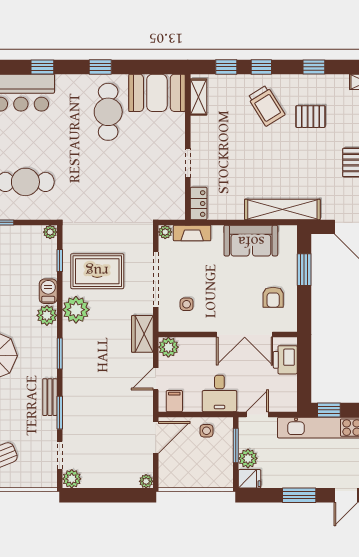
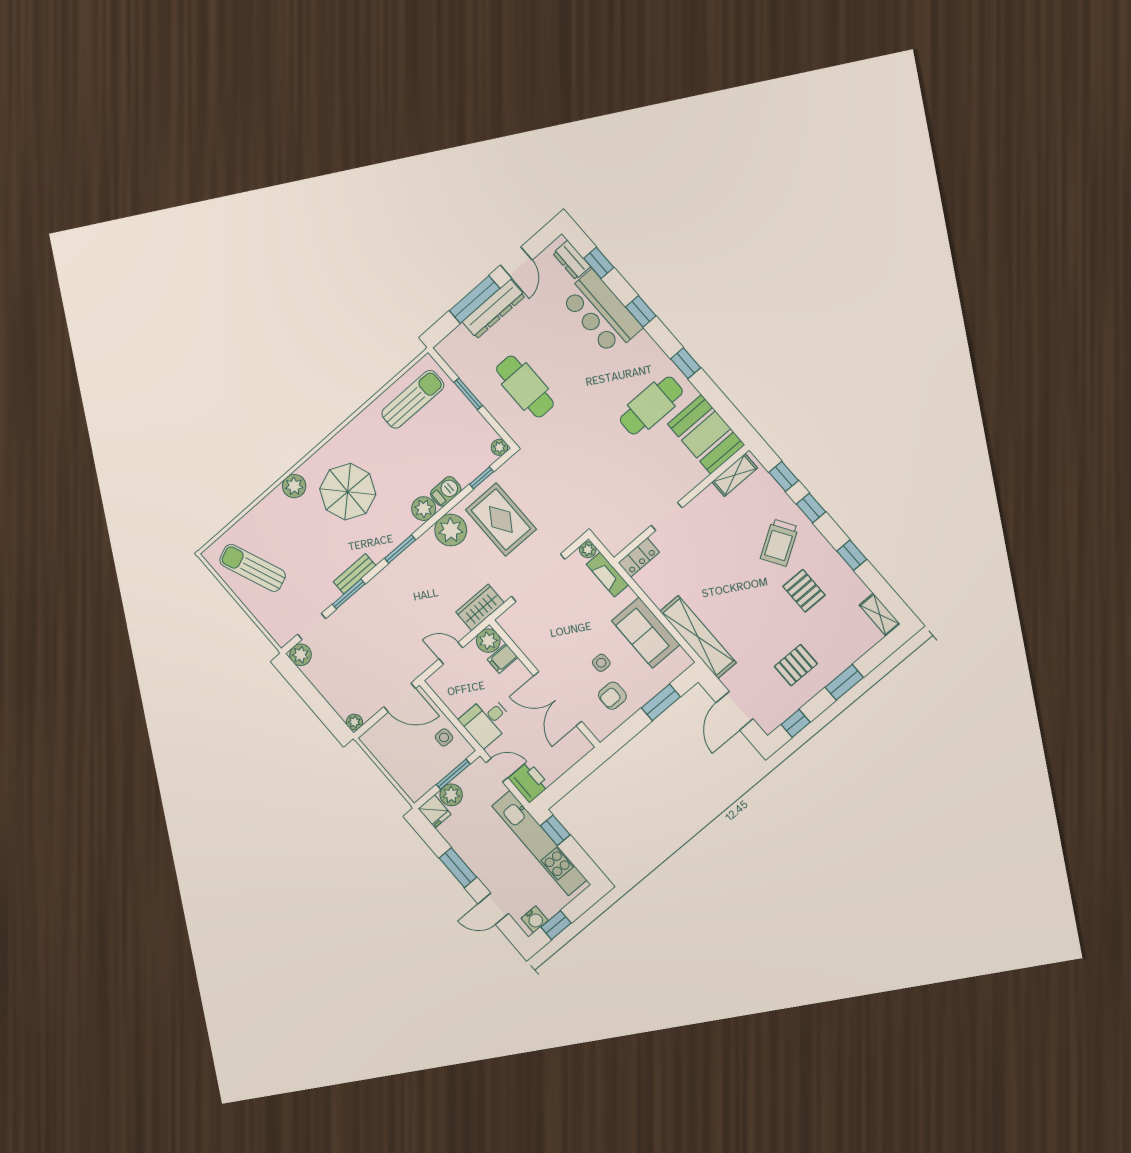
side table: (187, 304) -> (601, 663), moved
printer: (285, 360) -> (529, 782), moved, turned 90
filing cabinet: (174, 401) -> (503, 658), moved, turned 180

